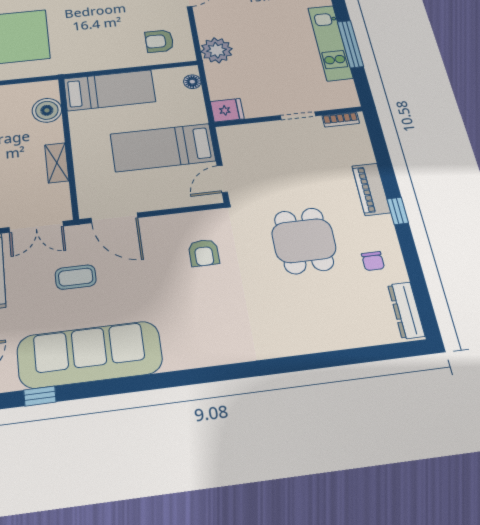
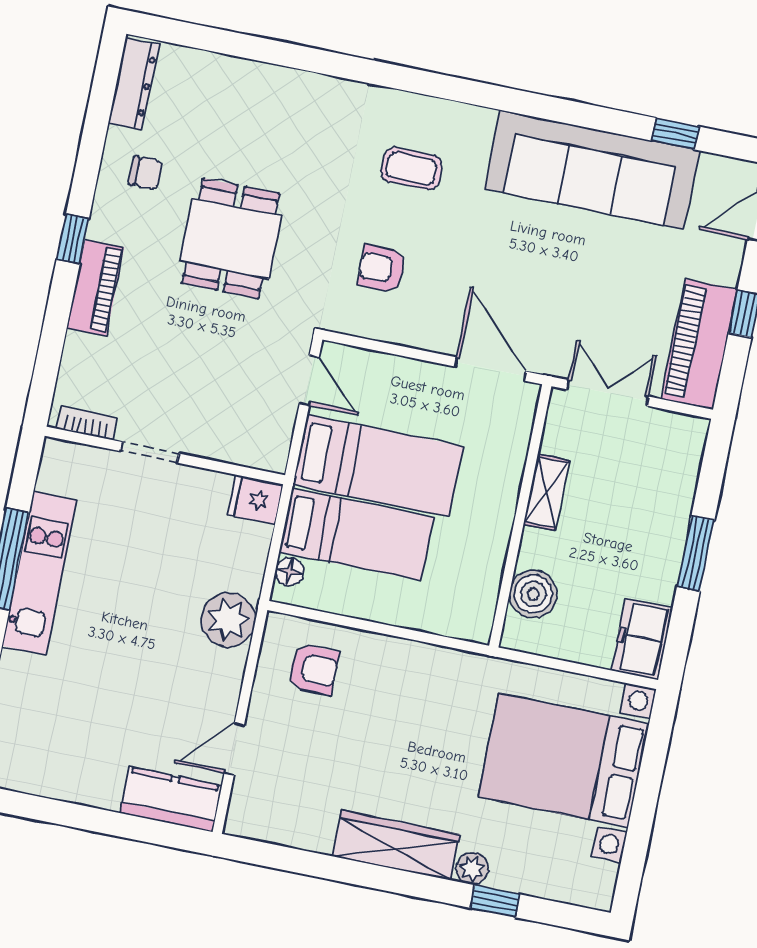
bed: (110, 90) -> (357, 534), moved, turned 180
door: (222, 179) -> (309, 380), hinge flipped
armchair: (204, 253) -> (382, 268), turned -90
chair: (373, 261) -> (146, 173), turned 90
coffee table: (76, 277) -> (411, 169), moved

